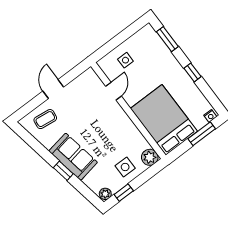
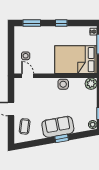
door: (114, 91) -> (28, 76), moved
side table: (125, 167) -> (63, 84), moved

